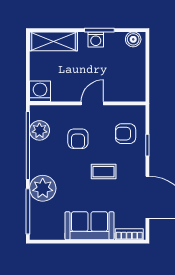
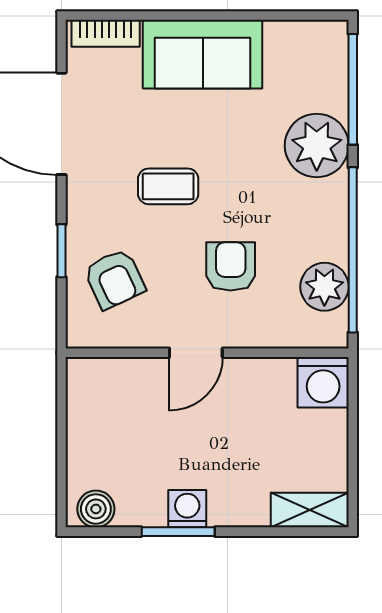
shelving: (54, 41) -> (310, 510), width x0.67, depth x0.75
armchair: (126, 134) -> (115, 279), turned 65

